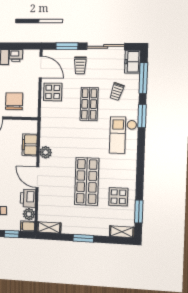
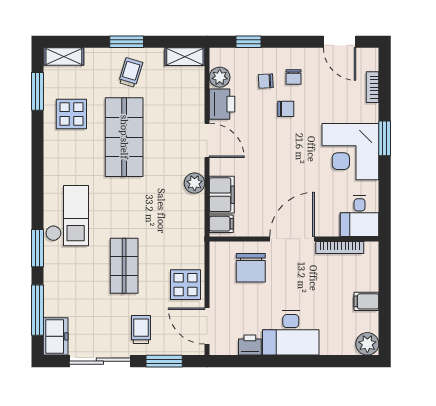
trolley: (117, 91) -> (131, 73), moved
filing cabinet: (28, 226) -> (221, 224), moved

